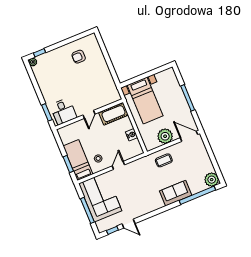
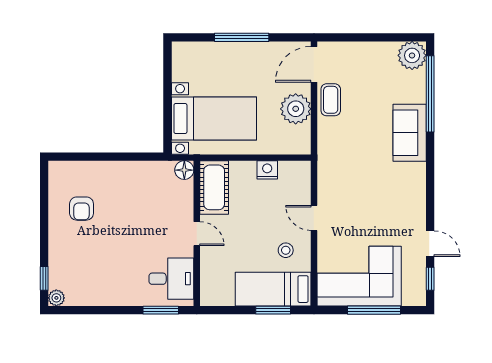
floor lamp: (116, 97) -> (184, 170), added
coffee table: (164, 160) -> (331, 100), moved
door: (129, 224) -> (430, 244), hinge flipped

